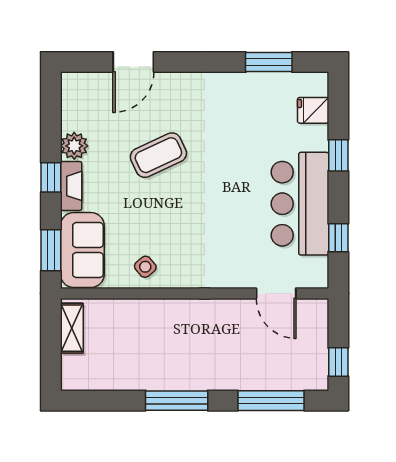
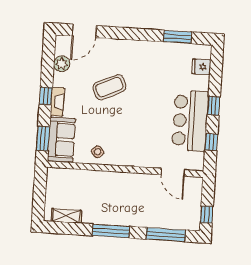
door: (133, 62) -> (84, 31), moved
plant: (74, 146) -> (62, 64), moved
window: (338, 155) -> (214, 106), moved
shelving: (72, 328) -> (66, 216), moved, turned 90

